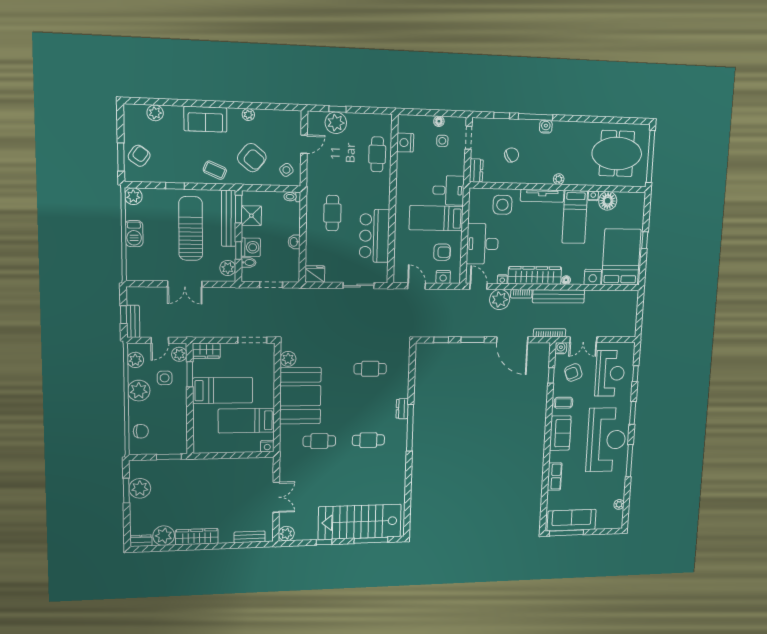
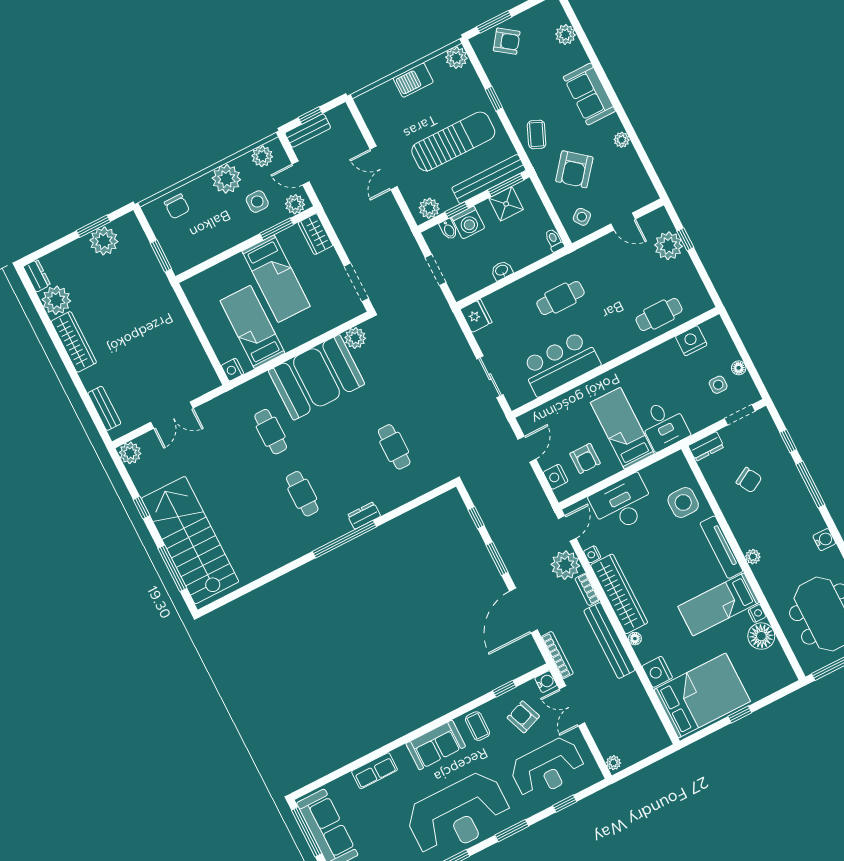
water cooler: (546, 127) -> (824, 540), moved
plant: (629, 332) -> (613, 763), added

